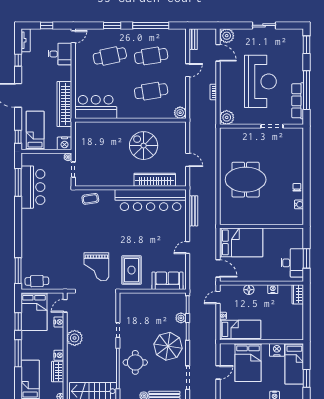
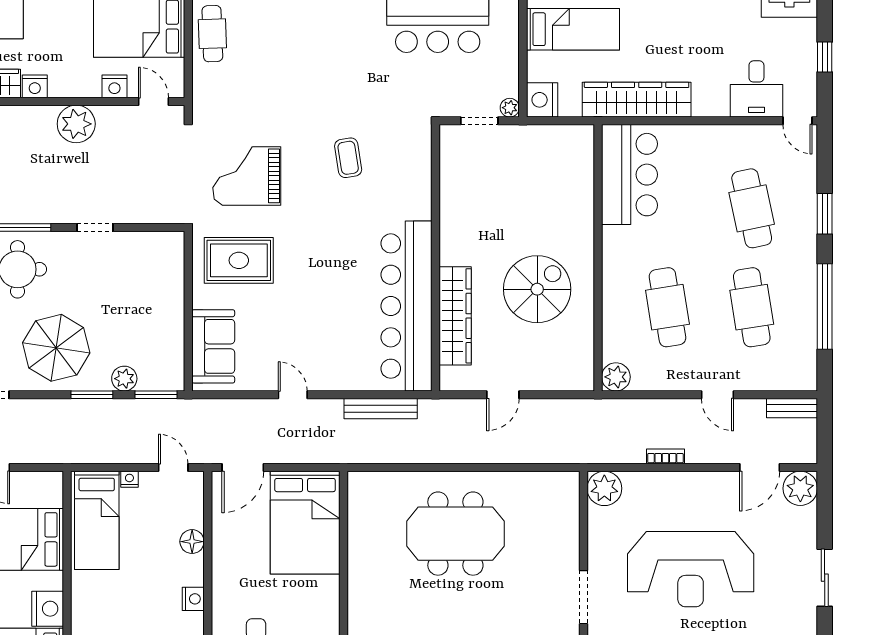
meeting table: (246, 180) -> (455, 534), turned 90
coffee table: (90, 199) -> (348, 158), moved

